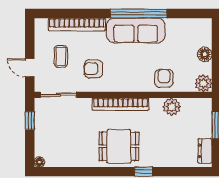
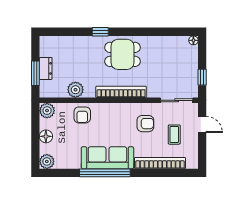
plant: (204, 26) -> (47, 161), added
dresser: (205, 151) -> (46, 68), moved

